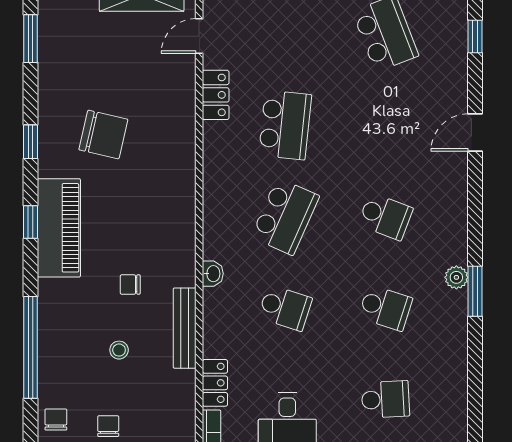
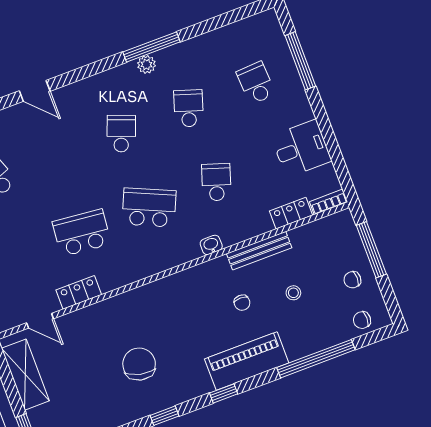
piano: (59, 228) -> (247, 361), moved
window: (475, 291) -> (152, 47), width x1.44

